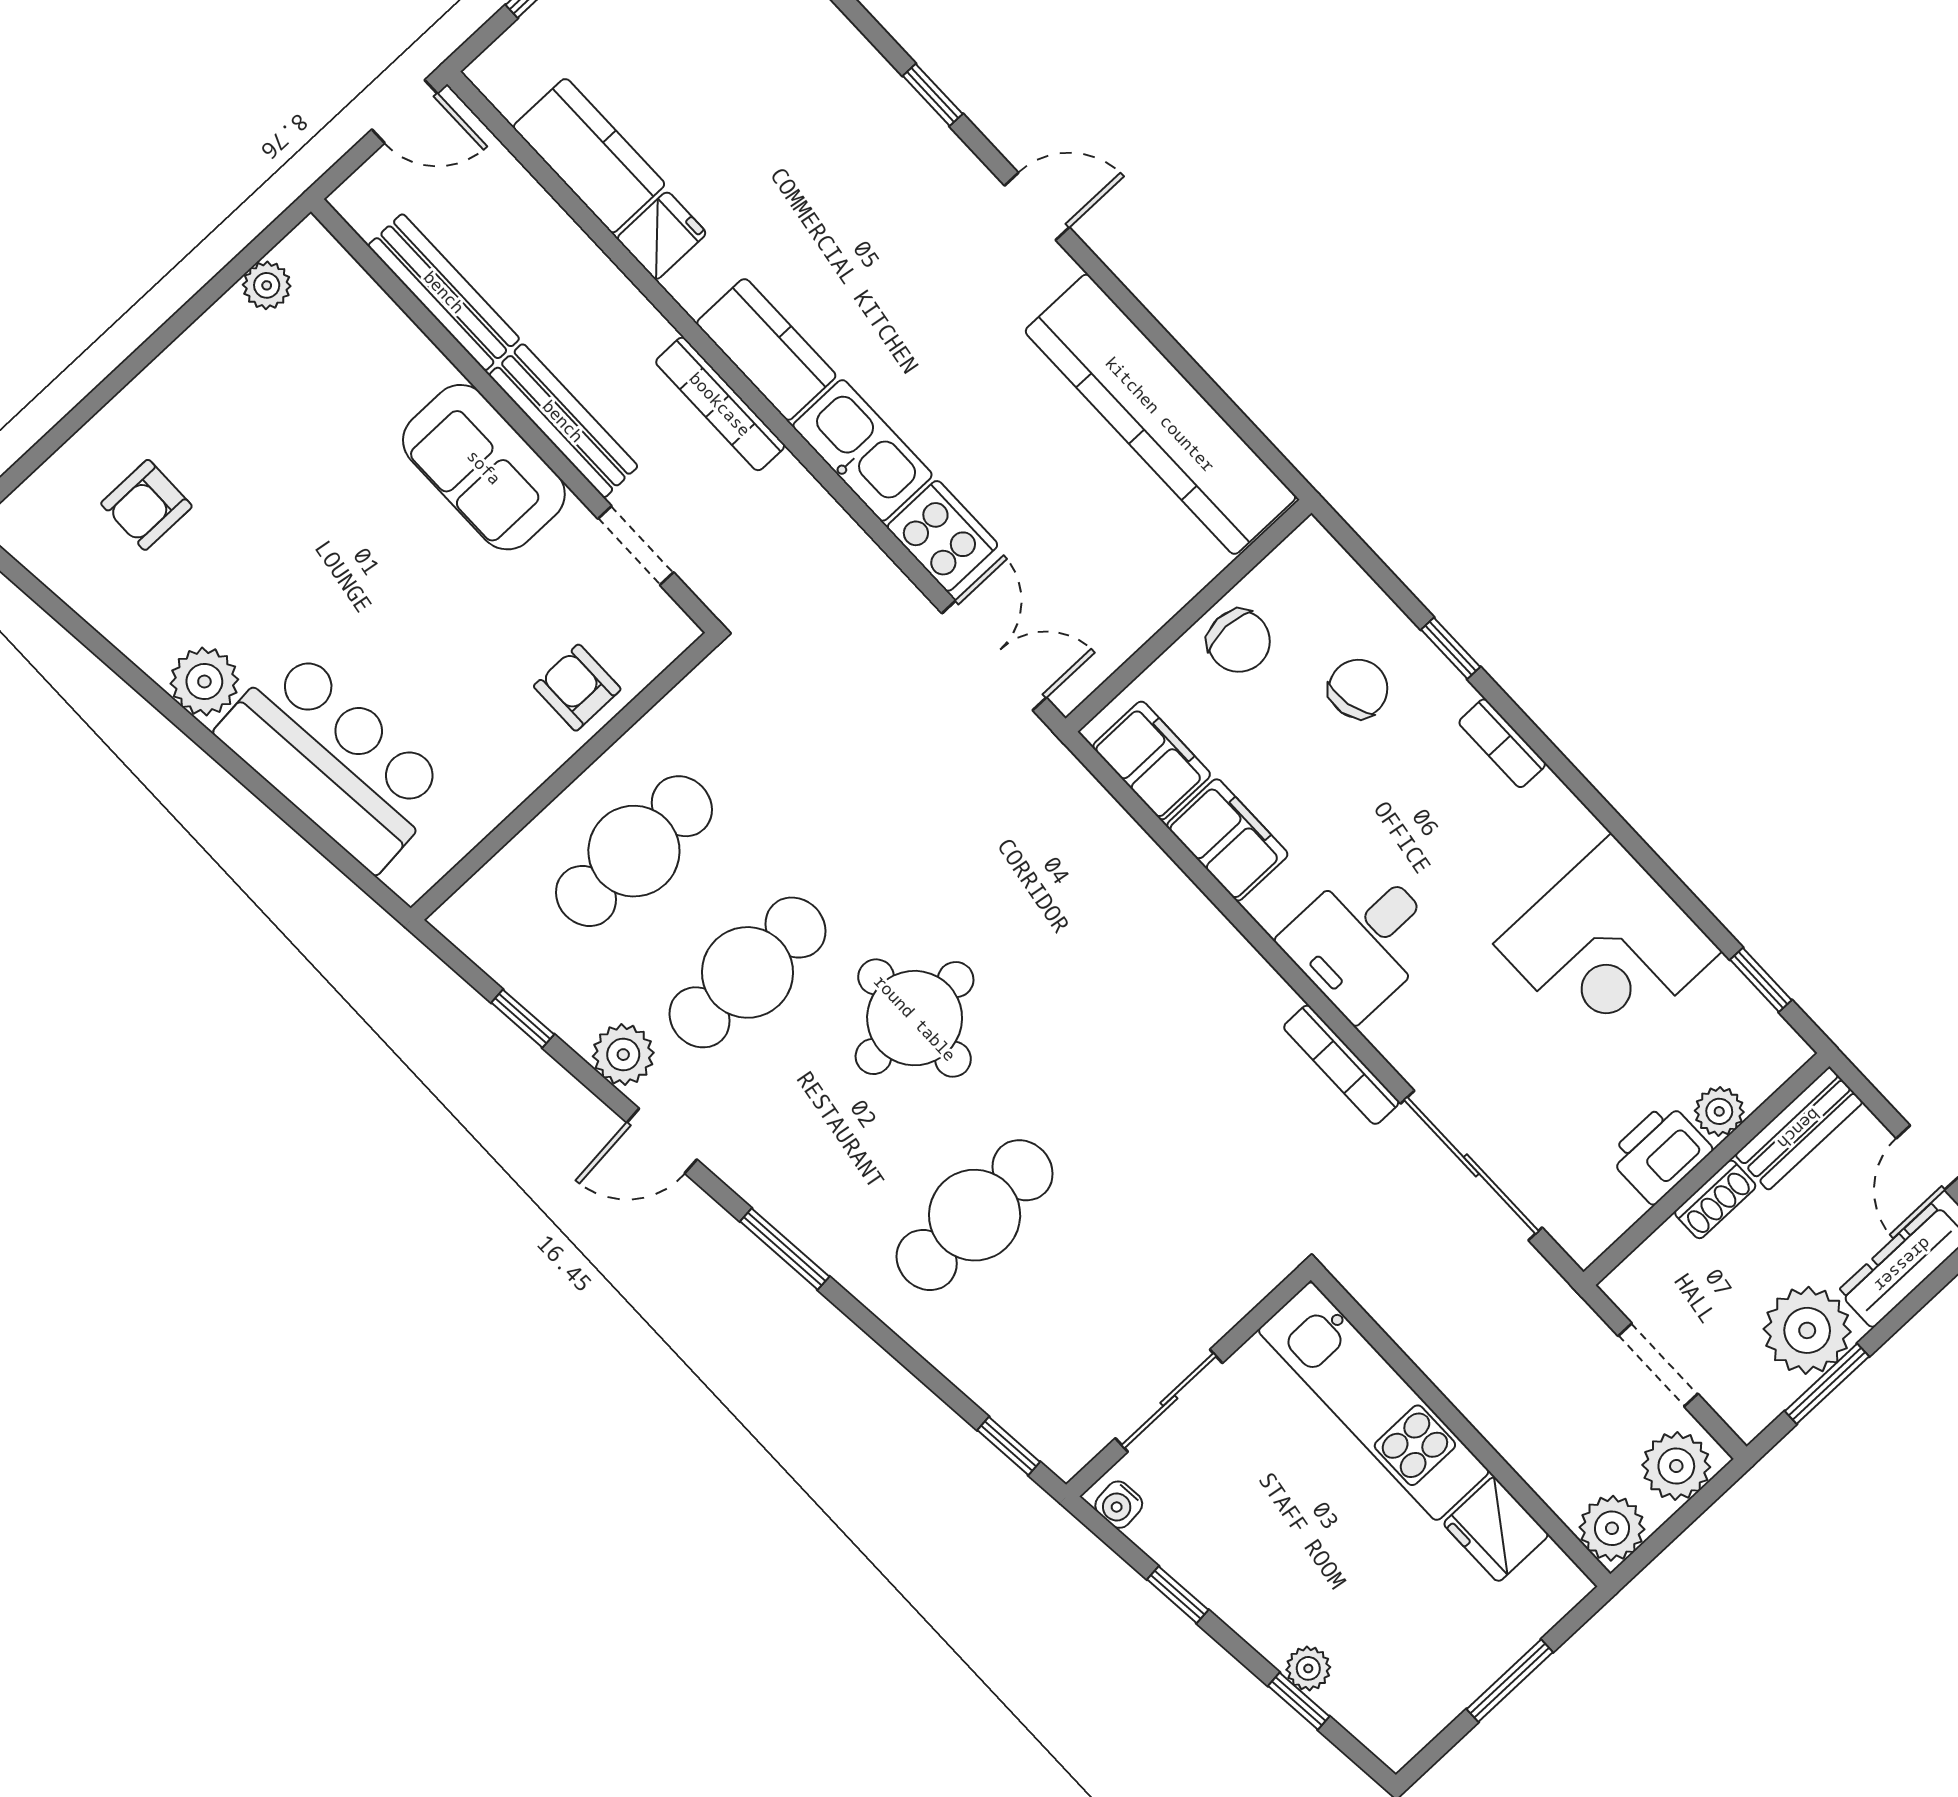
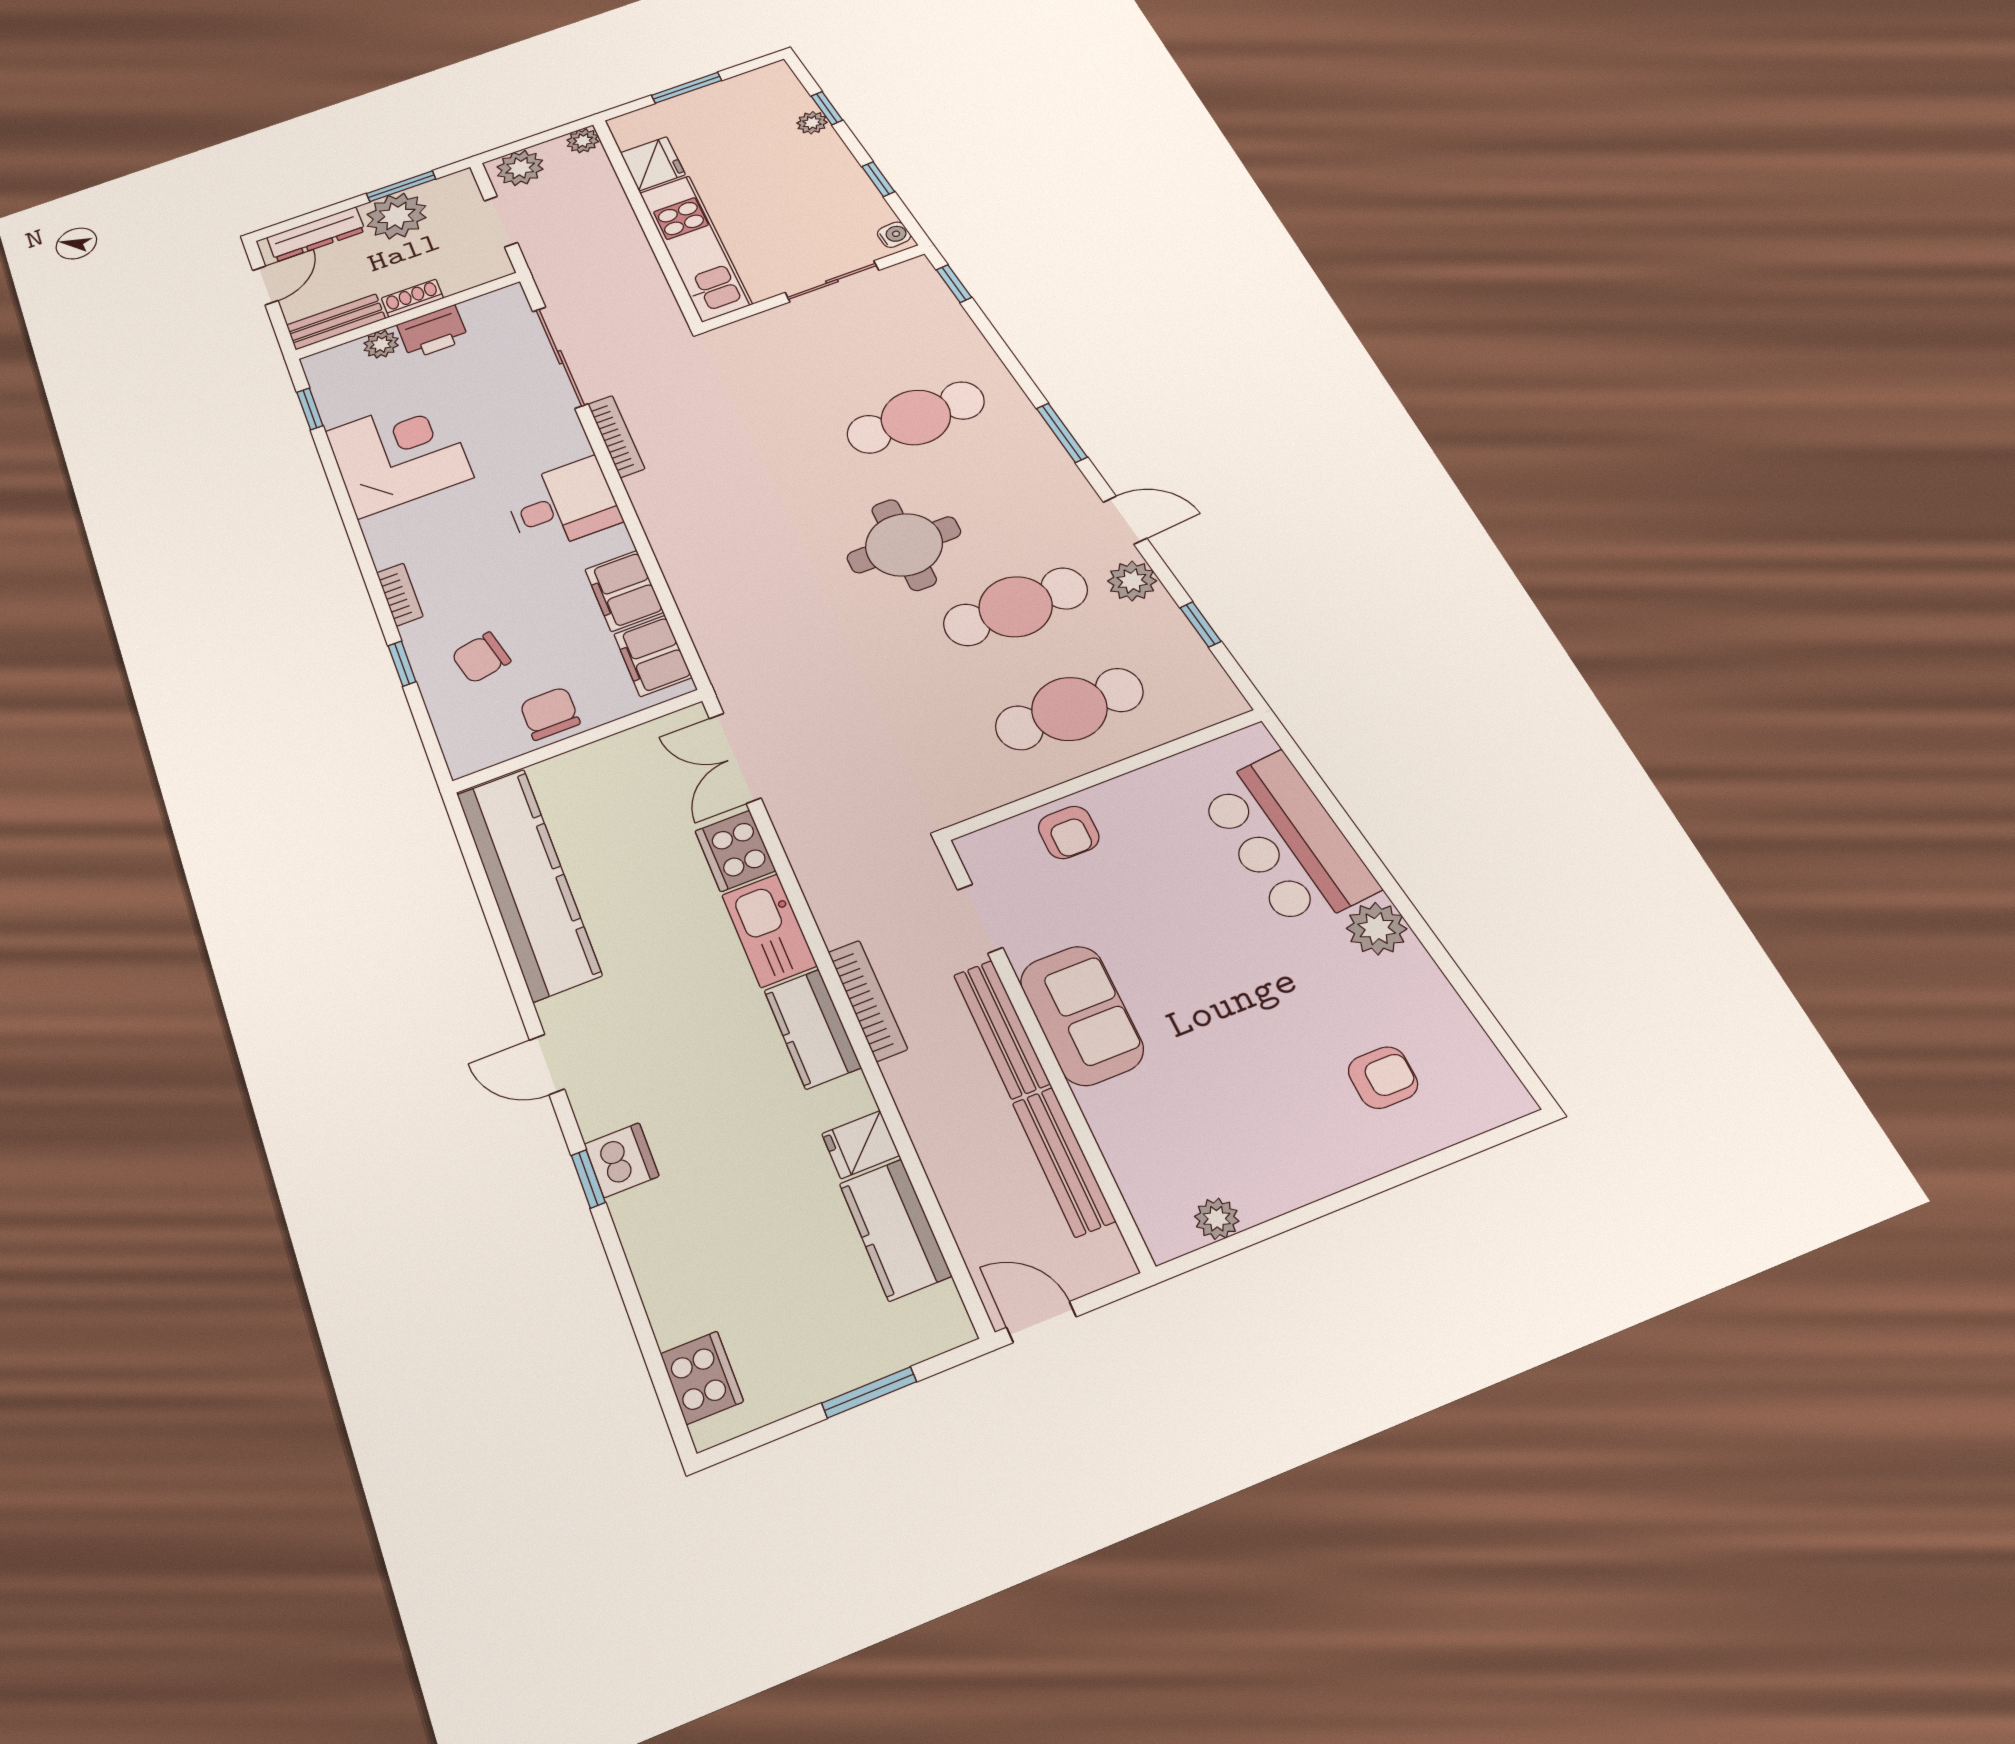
dishwasher: (907, 128) -> (622, 1160), added
plant: (1612, 1528) -> (583, 141), width x0.73, depth x0.73

